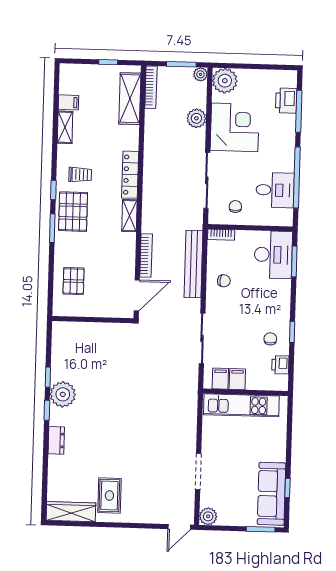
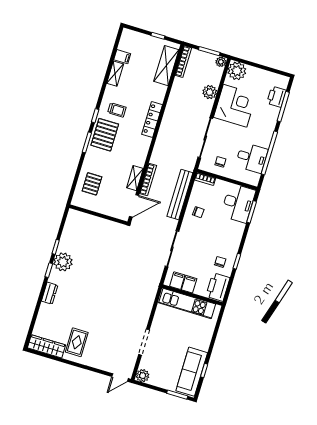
shelving: (129, 216) -> (135, 178), moved
printer: (280, 365) -> (218, 287), width x1.87, depth x1.48

